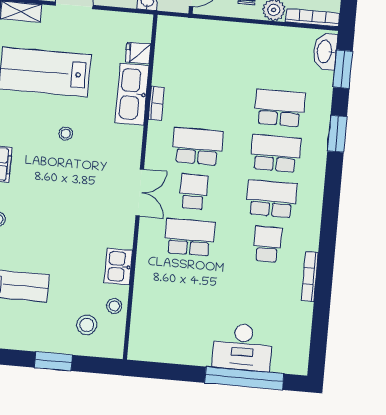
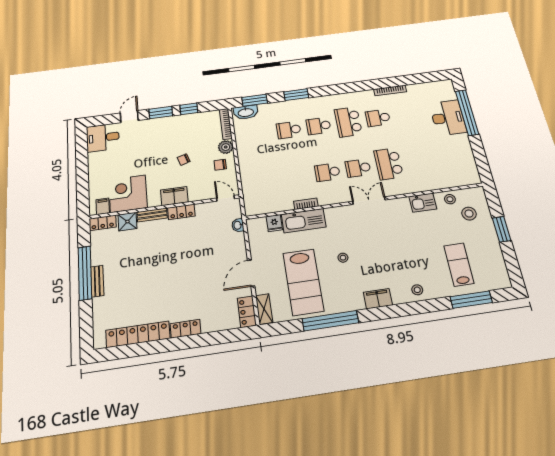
school desk: (280, 108) -> (289, 130), width x0.54
school desk: (197, 146) -> (327, 172), width x0.54
school desk: (276, 153) -> (319, 126), width x0.54

